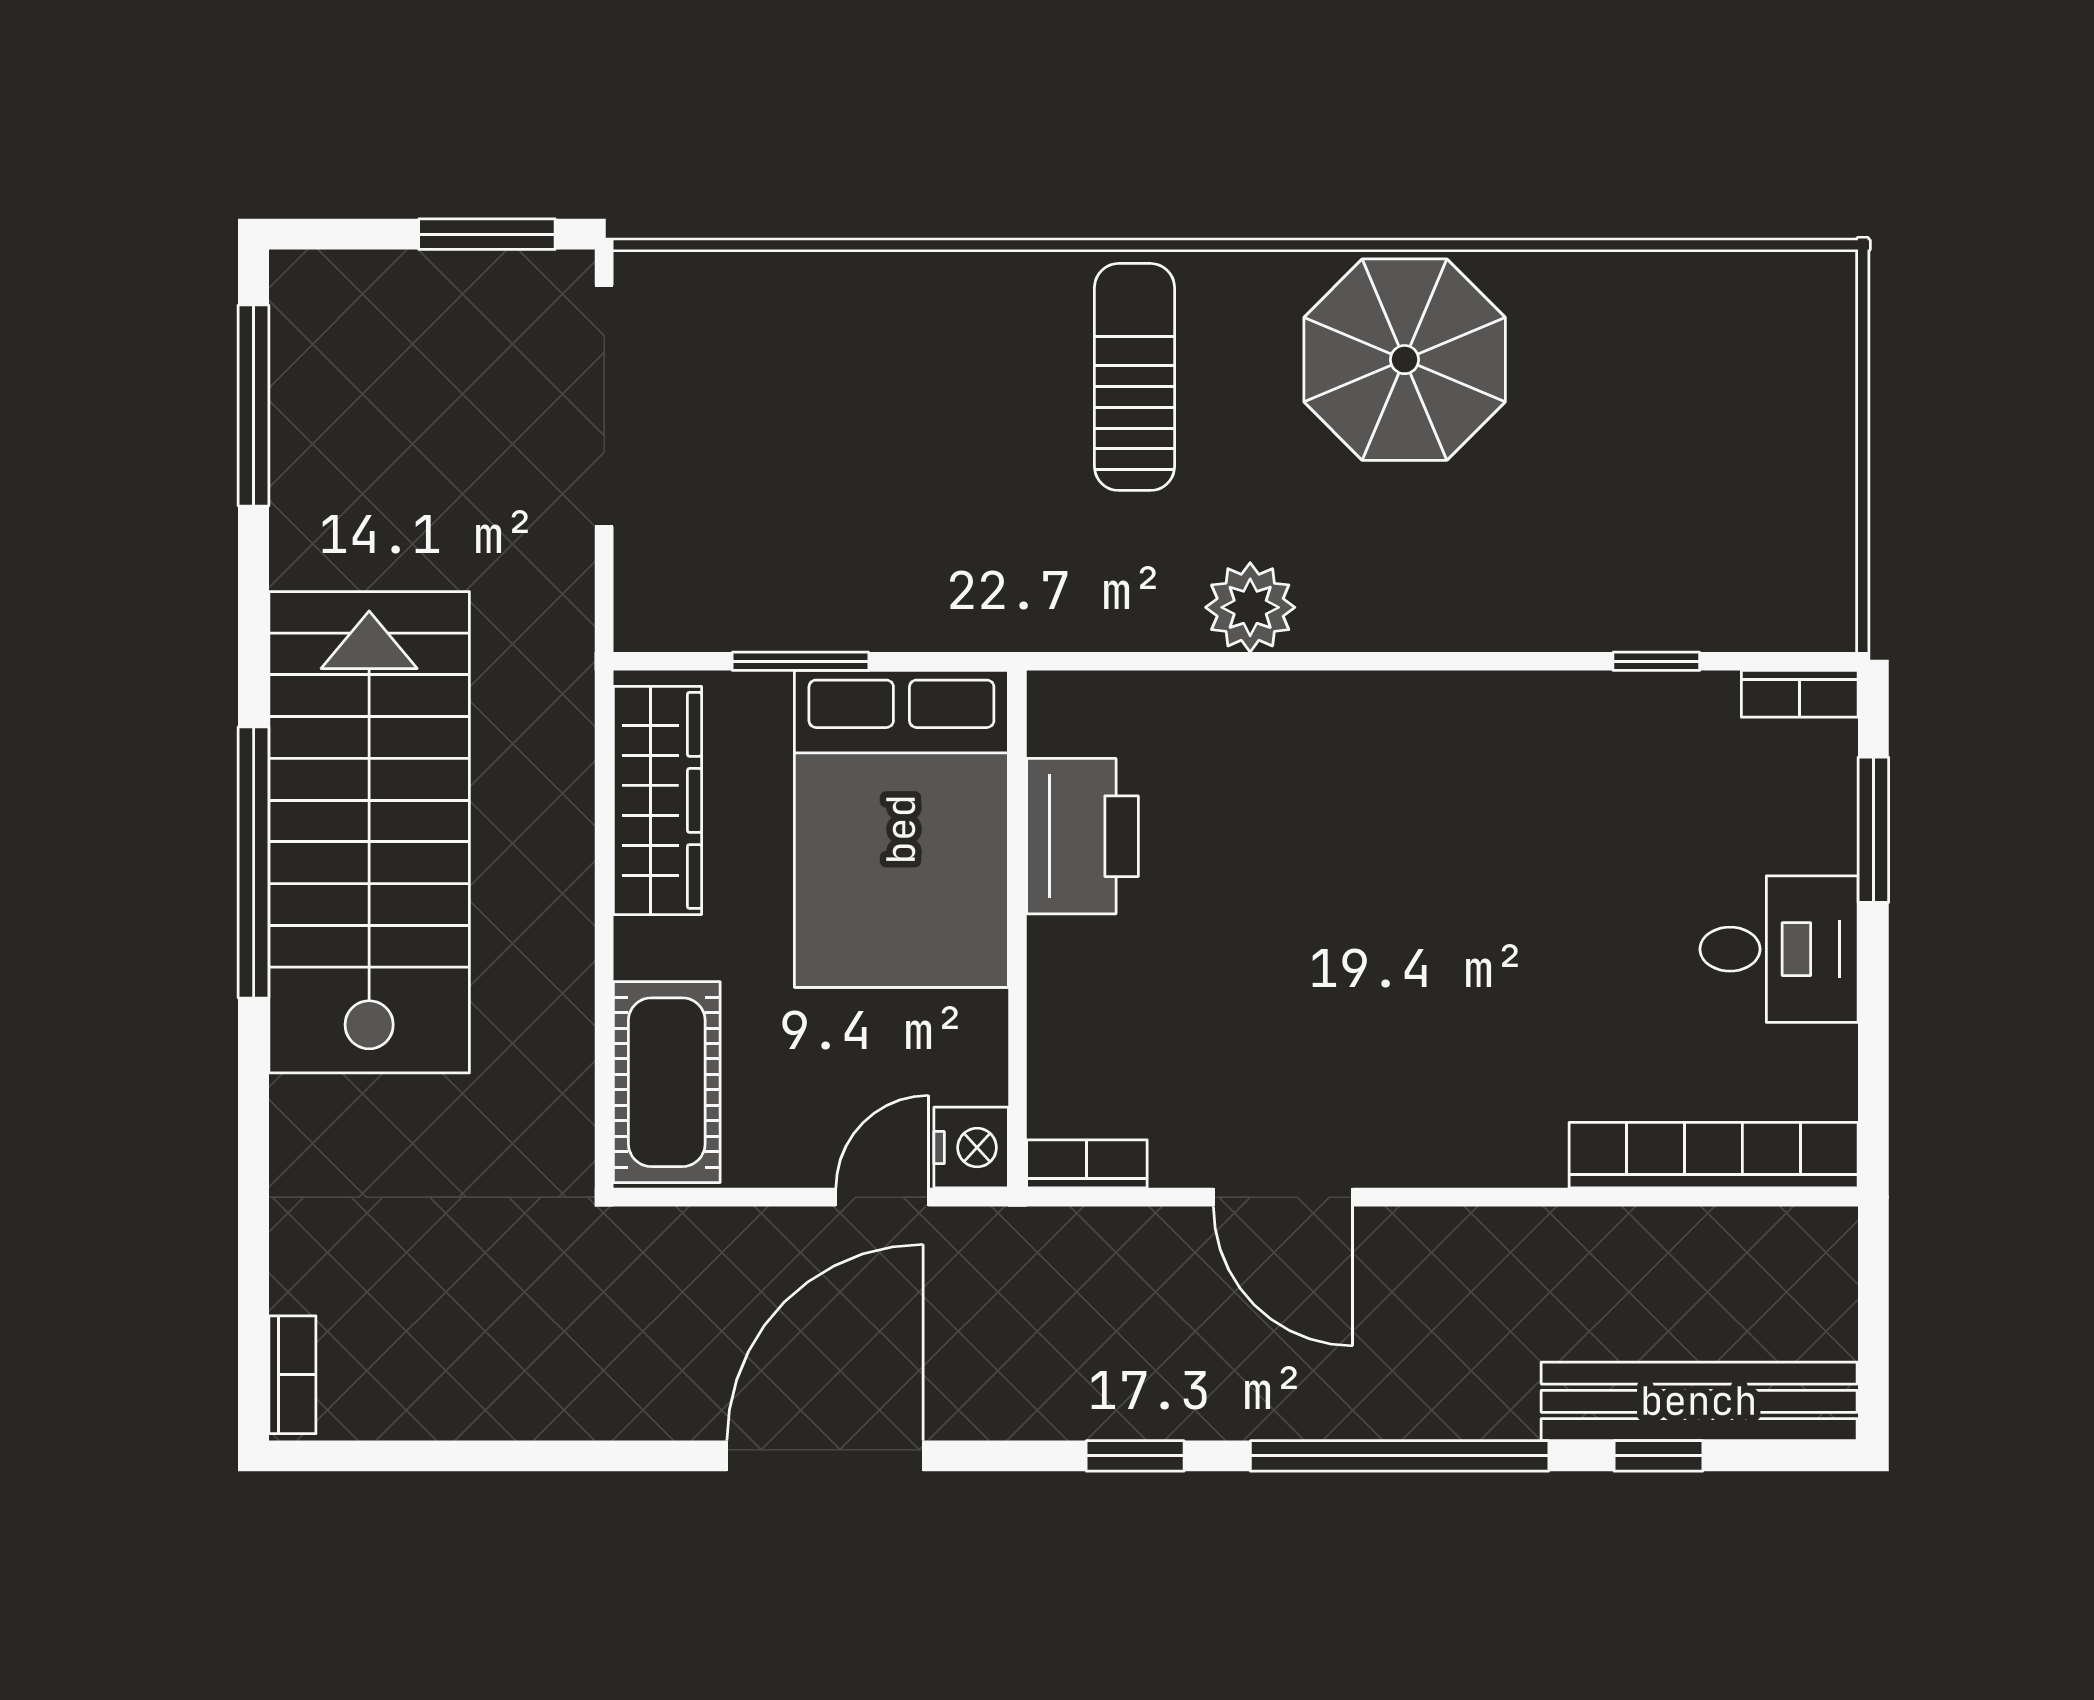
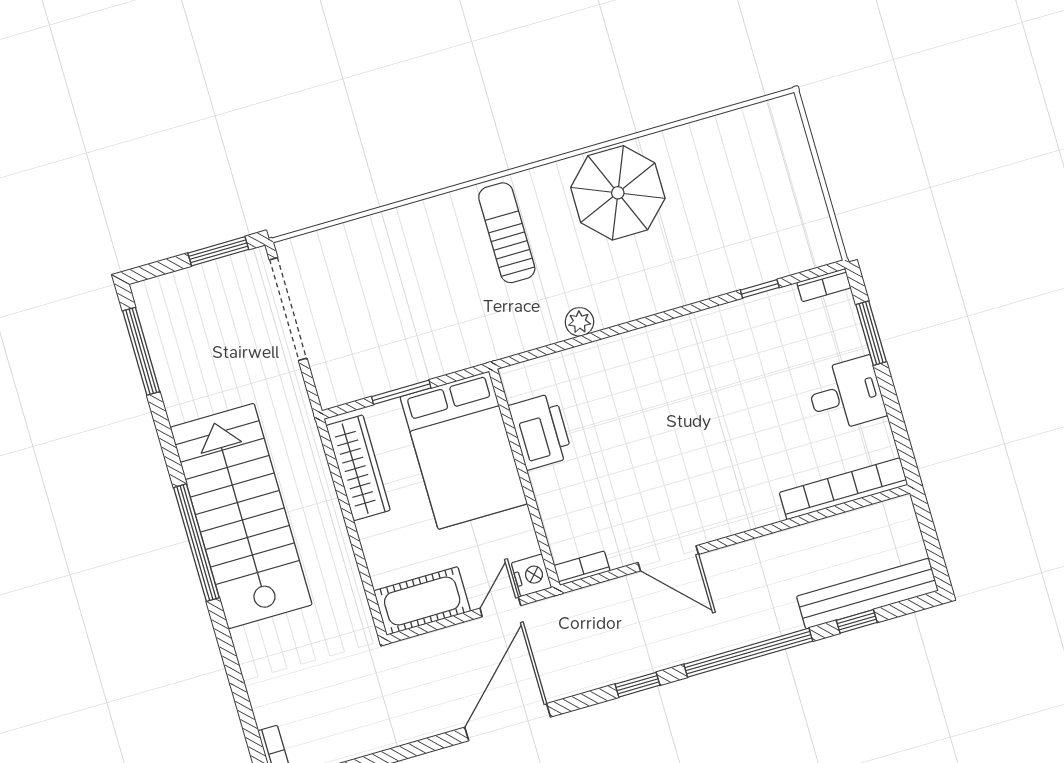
plant: (1250, 607) -> (579, 322), width x0.73, depth x0.73
cot: (667, 1082) -> (422, 601), moved, turned 90

